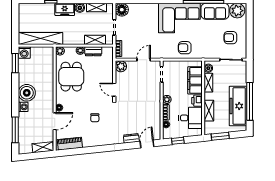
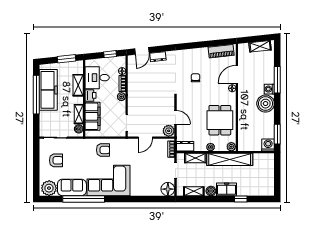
shelving: (41, 38) -> (230, 159), moved
dresser: (93, 51) -> (185, 146), moved
door: (114, 90) -> (176, 117), moved
window: (15, 130) -> (277, 80), moved
shelving: (43, 147) -> (260, 46), moved

